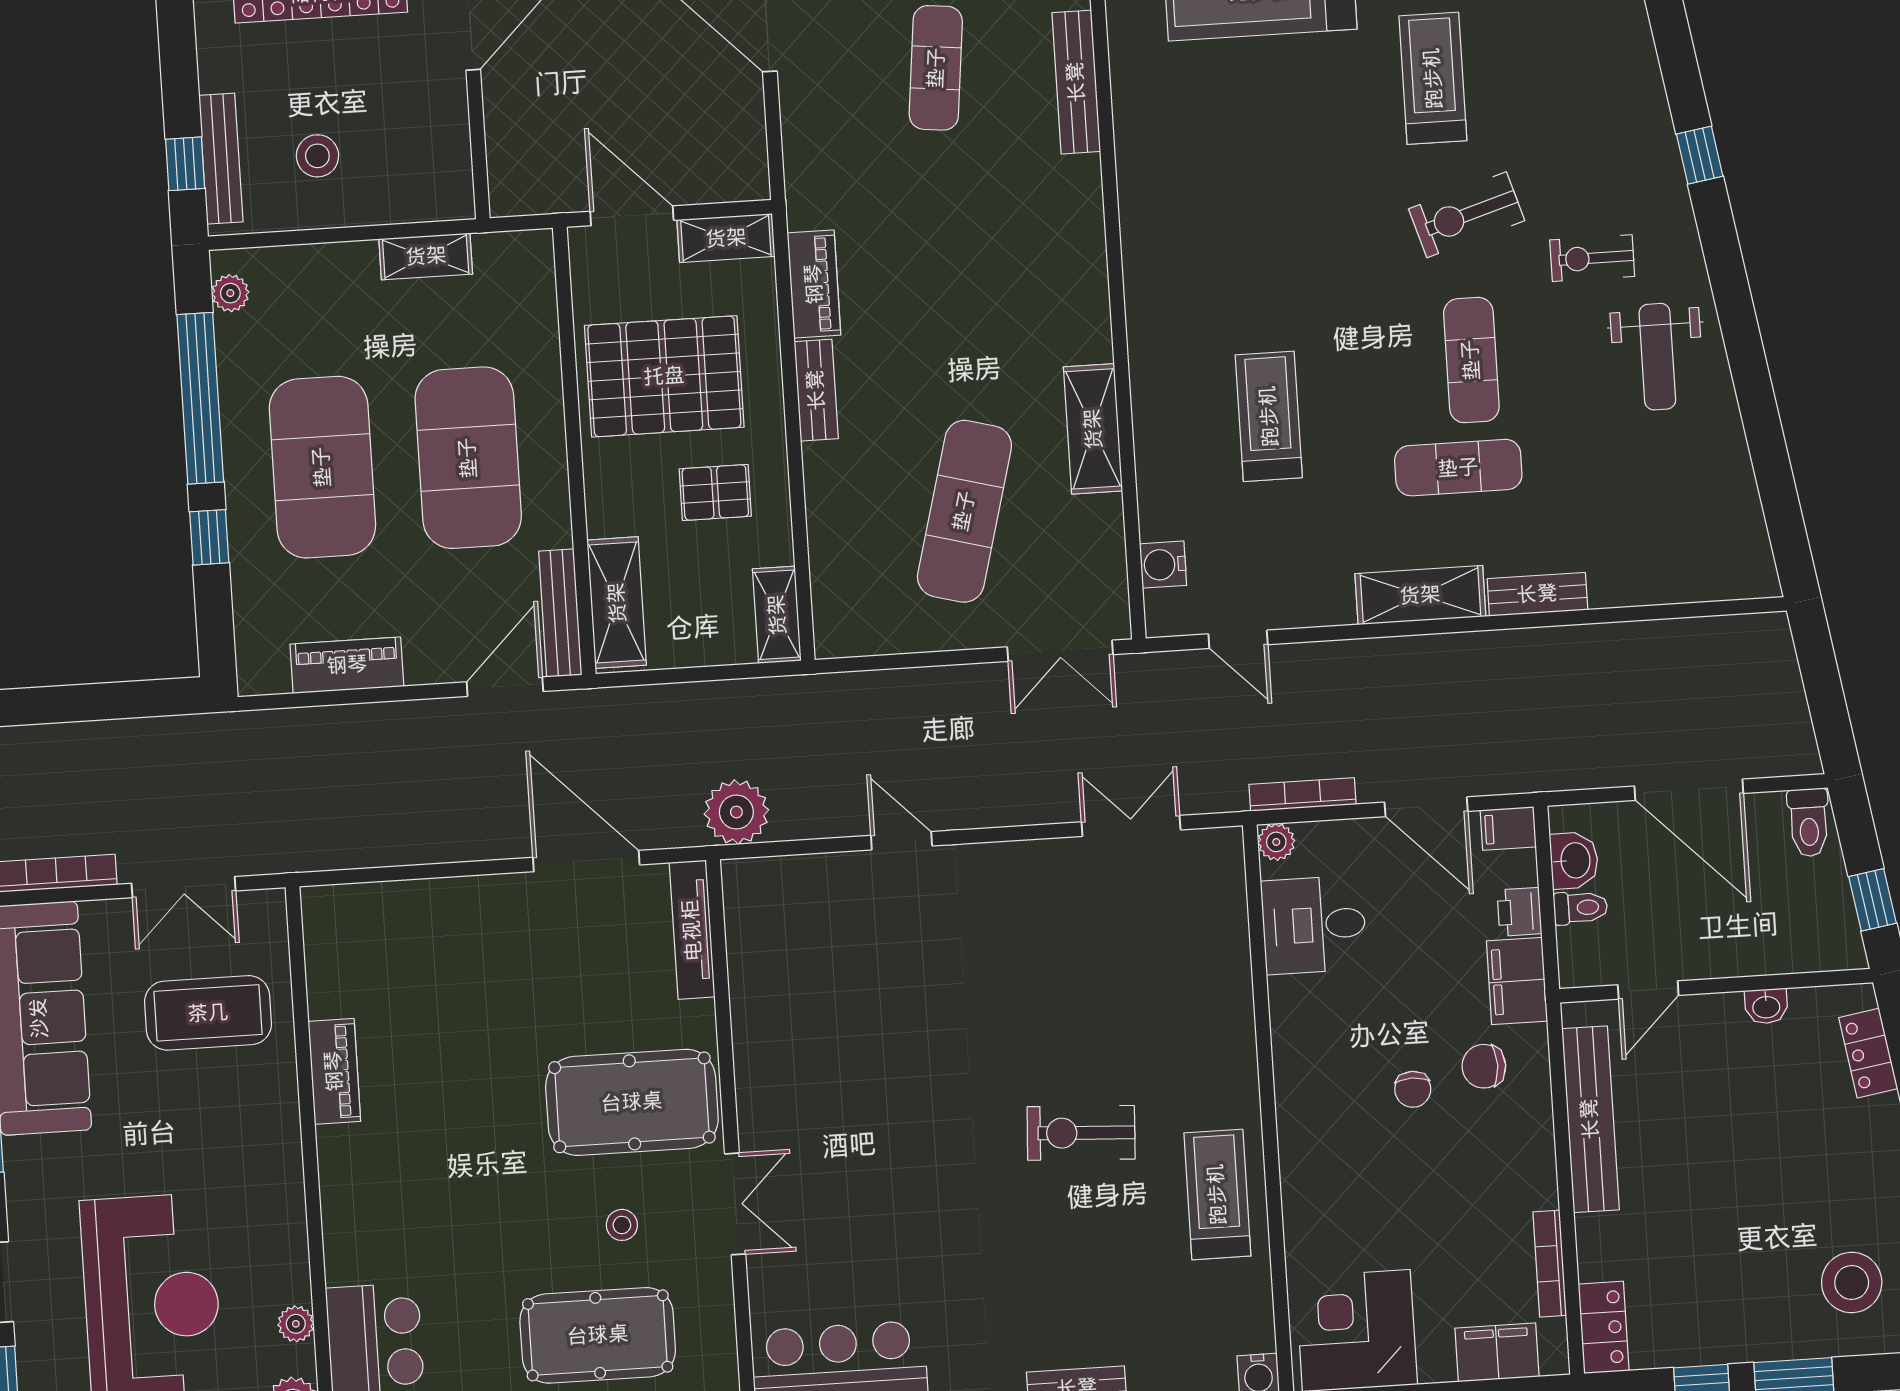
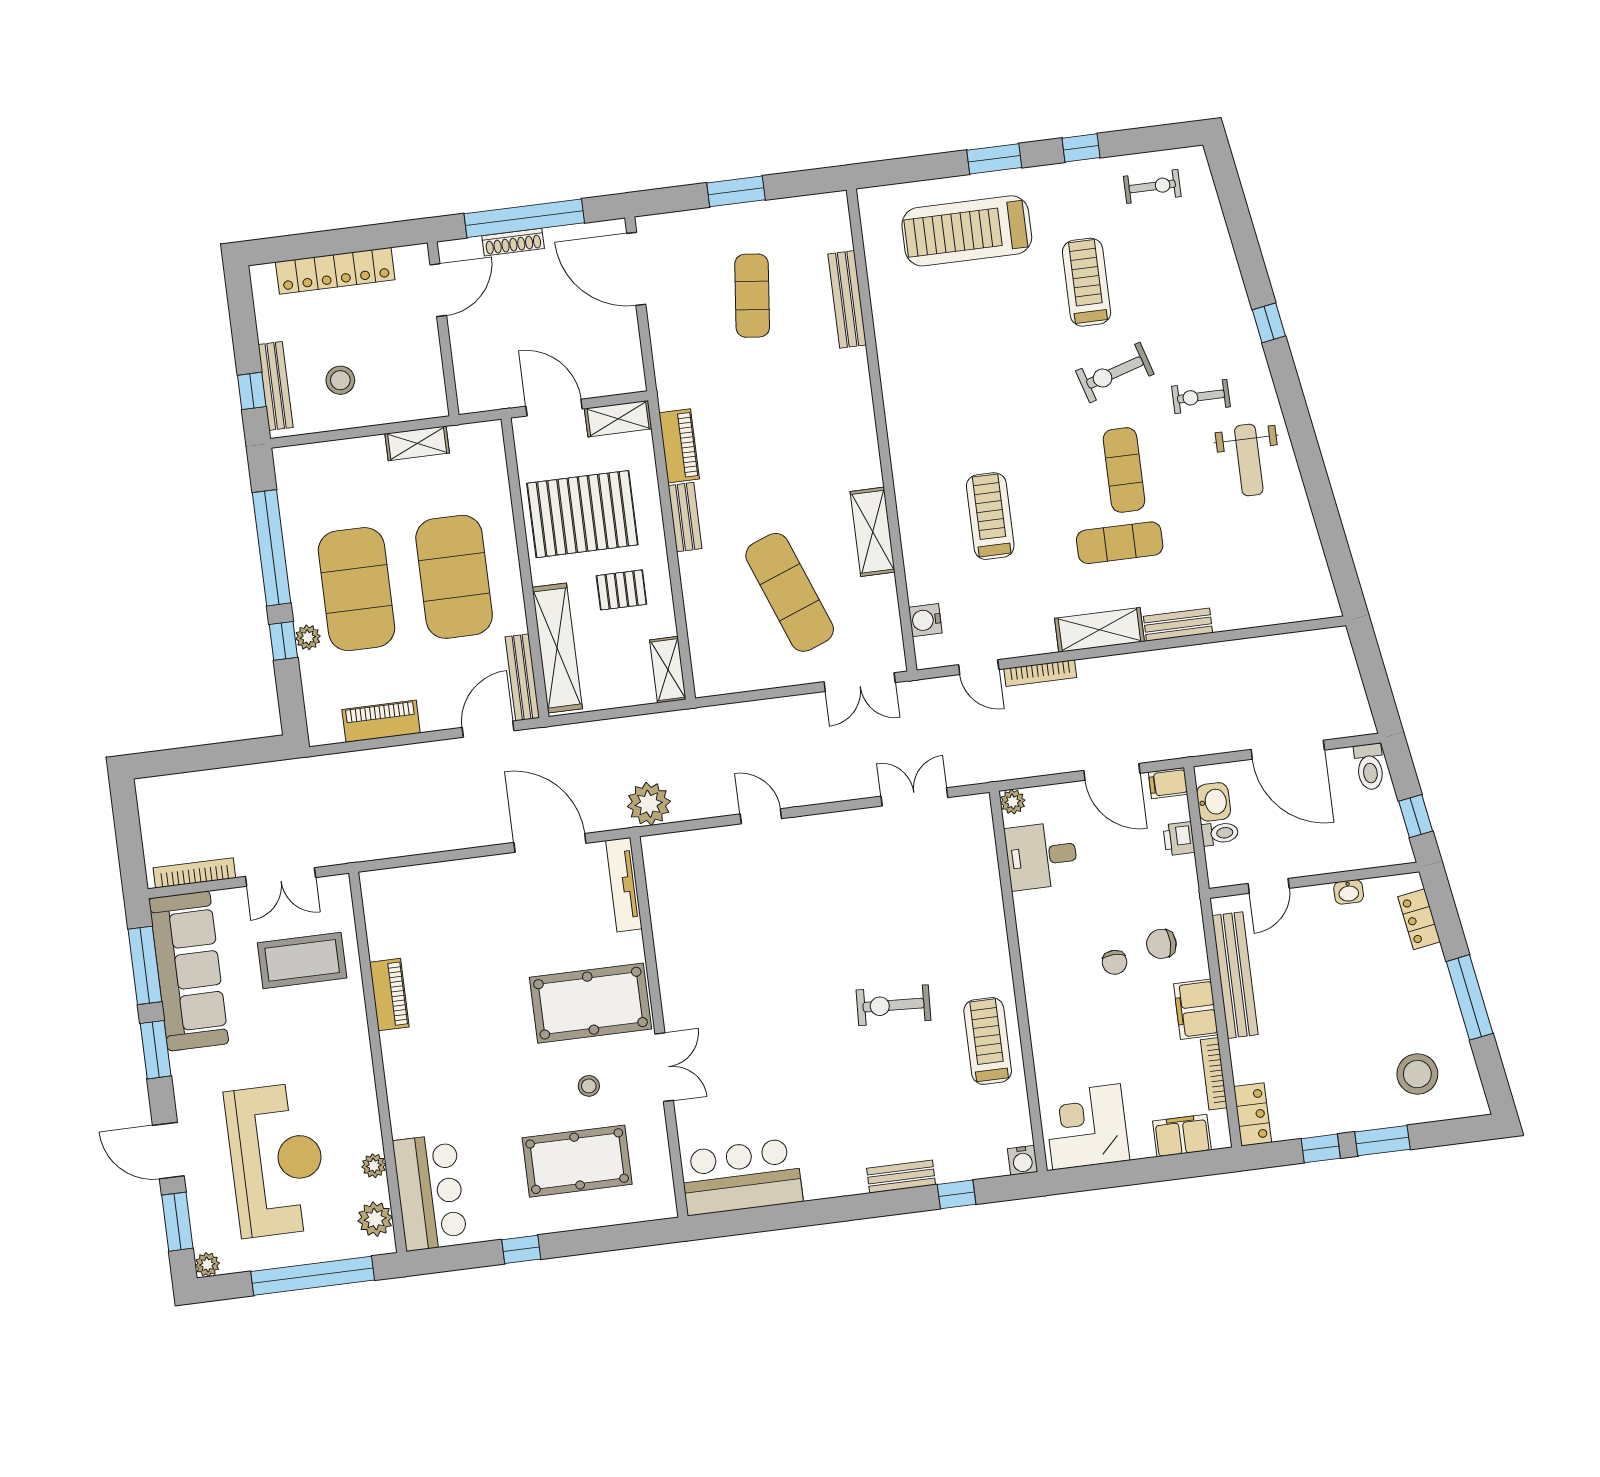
plant: (230, 293) -> (308, 637), moved
exercise mat: (964, 511) -> (790, 592), turned -36
shelving: (617, 603) -> (557, 648), width x1.47
bookcase: (1303, 794) -> (1040, 673), moved, turned 180
filing cabinet: (1517, 981) -> (1196, 1009), moved

